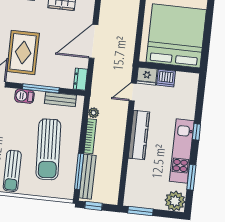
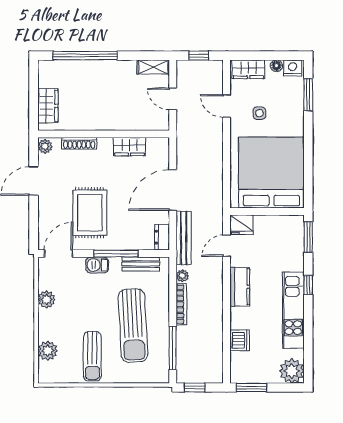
dishwasher: (166, 78) -> (240, 340), moved, turned -90
kitchen counter: (139, 135) -> (240, 287), width x0.67
bench: (88, 177) -> (183, 238), moved
window: (191, 177) -> (308, 237), moved

